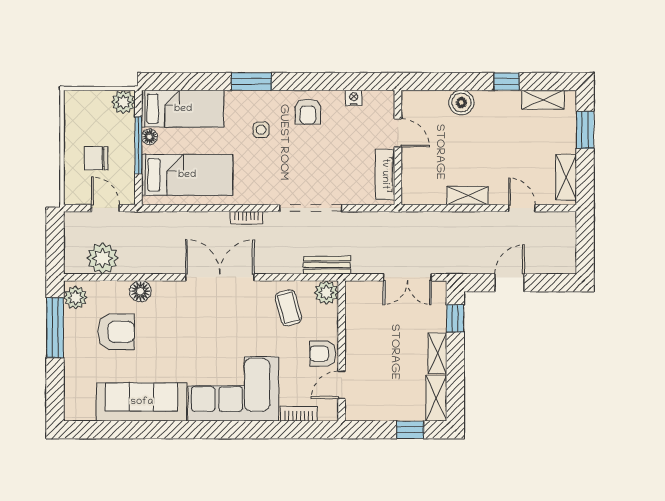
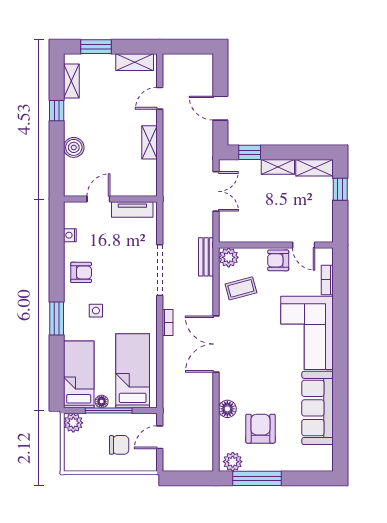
chair: (96, 158) -> (119, 445), turned -90
plant: (103, 258) -> (201, 440), removed
armchair: (323, 354) -> (278, 260), turned 90

